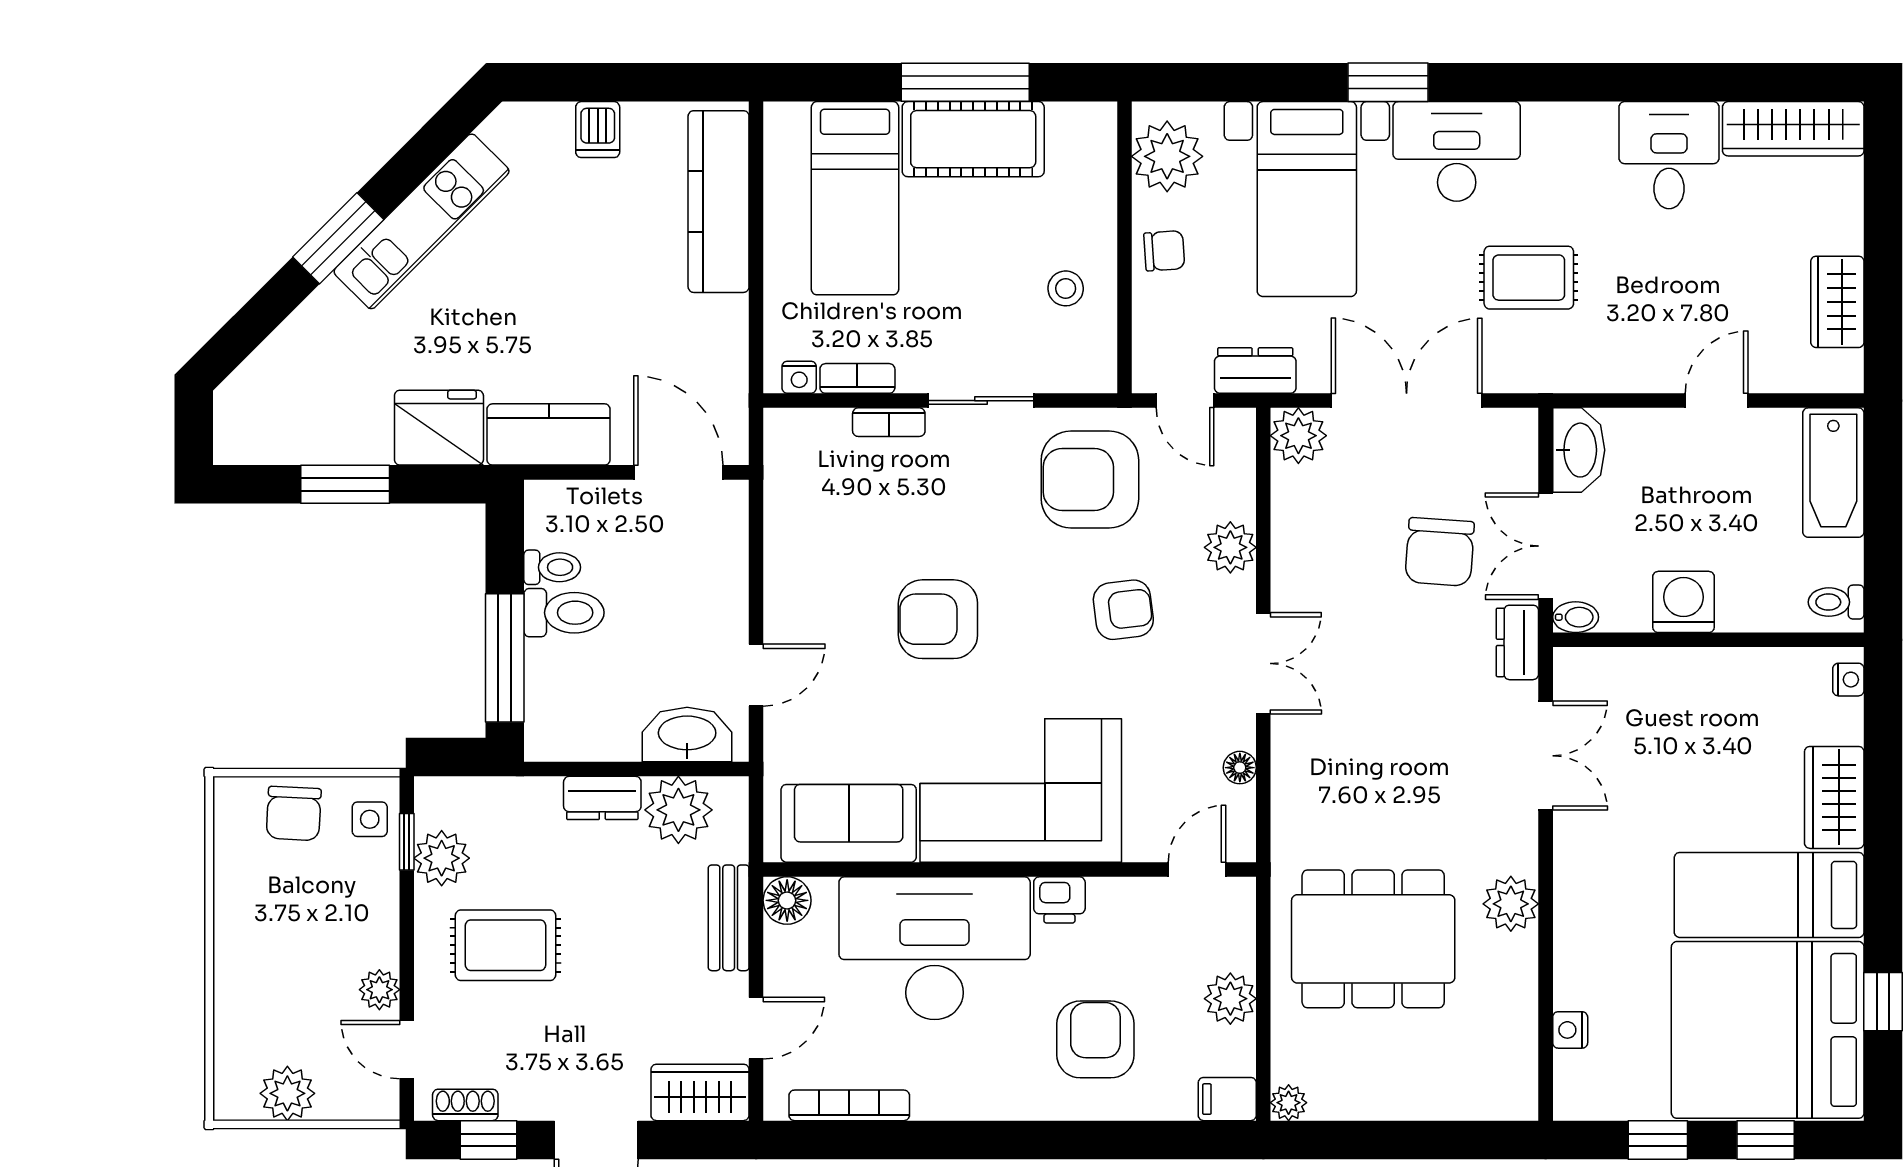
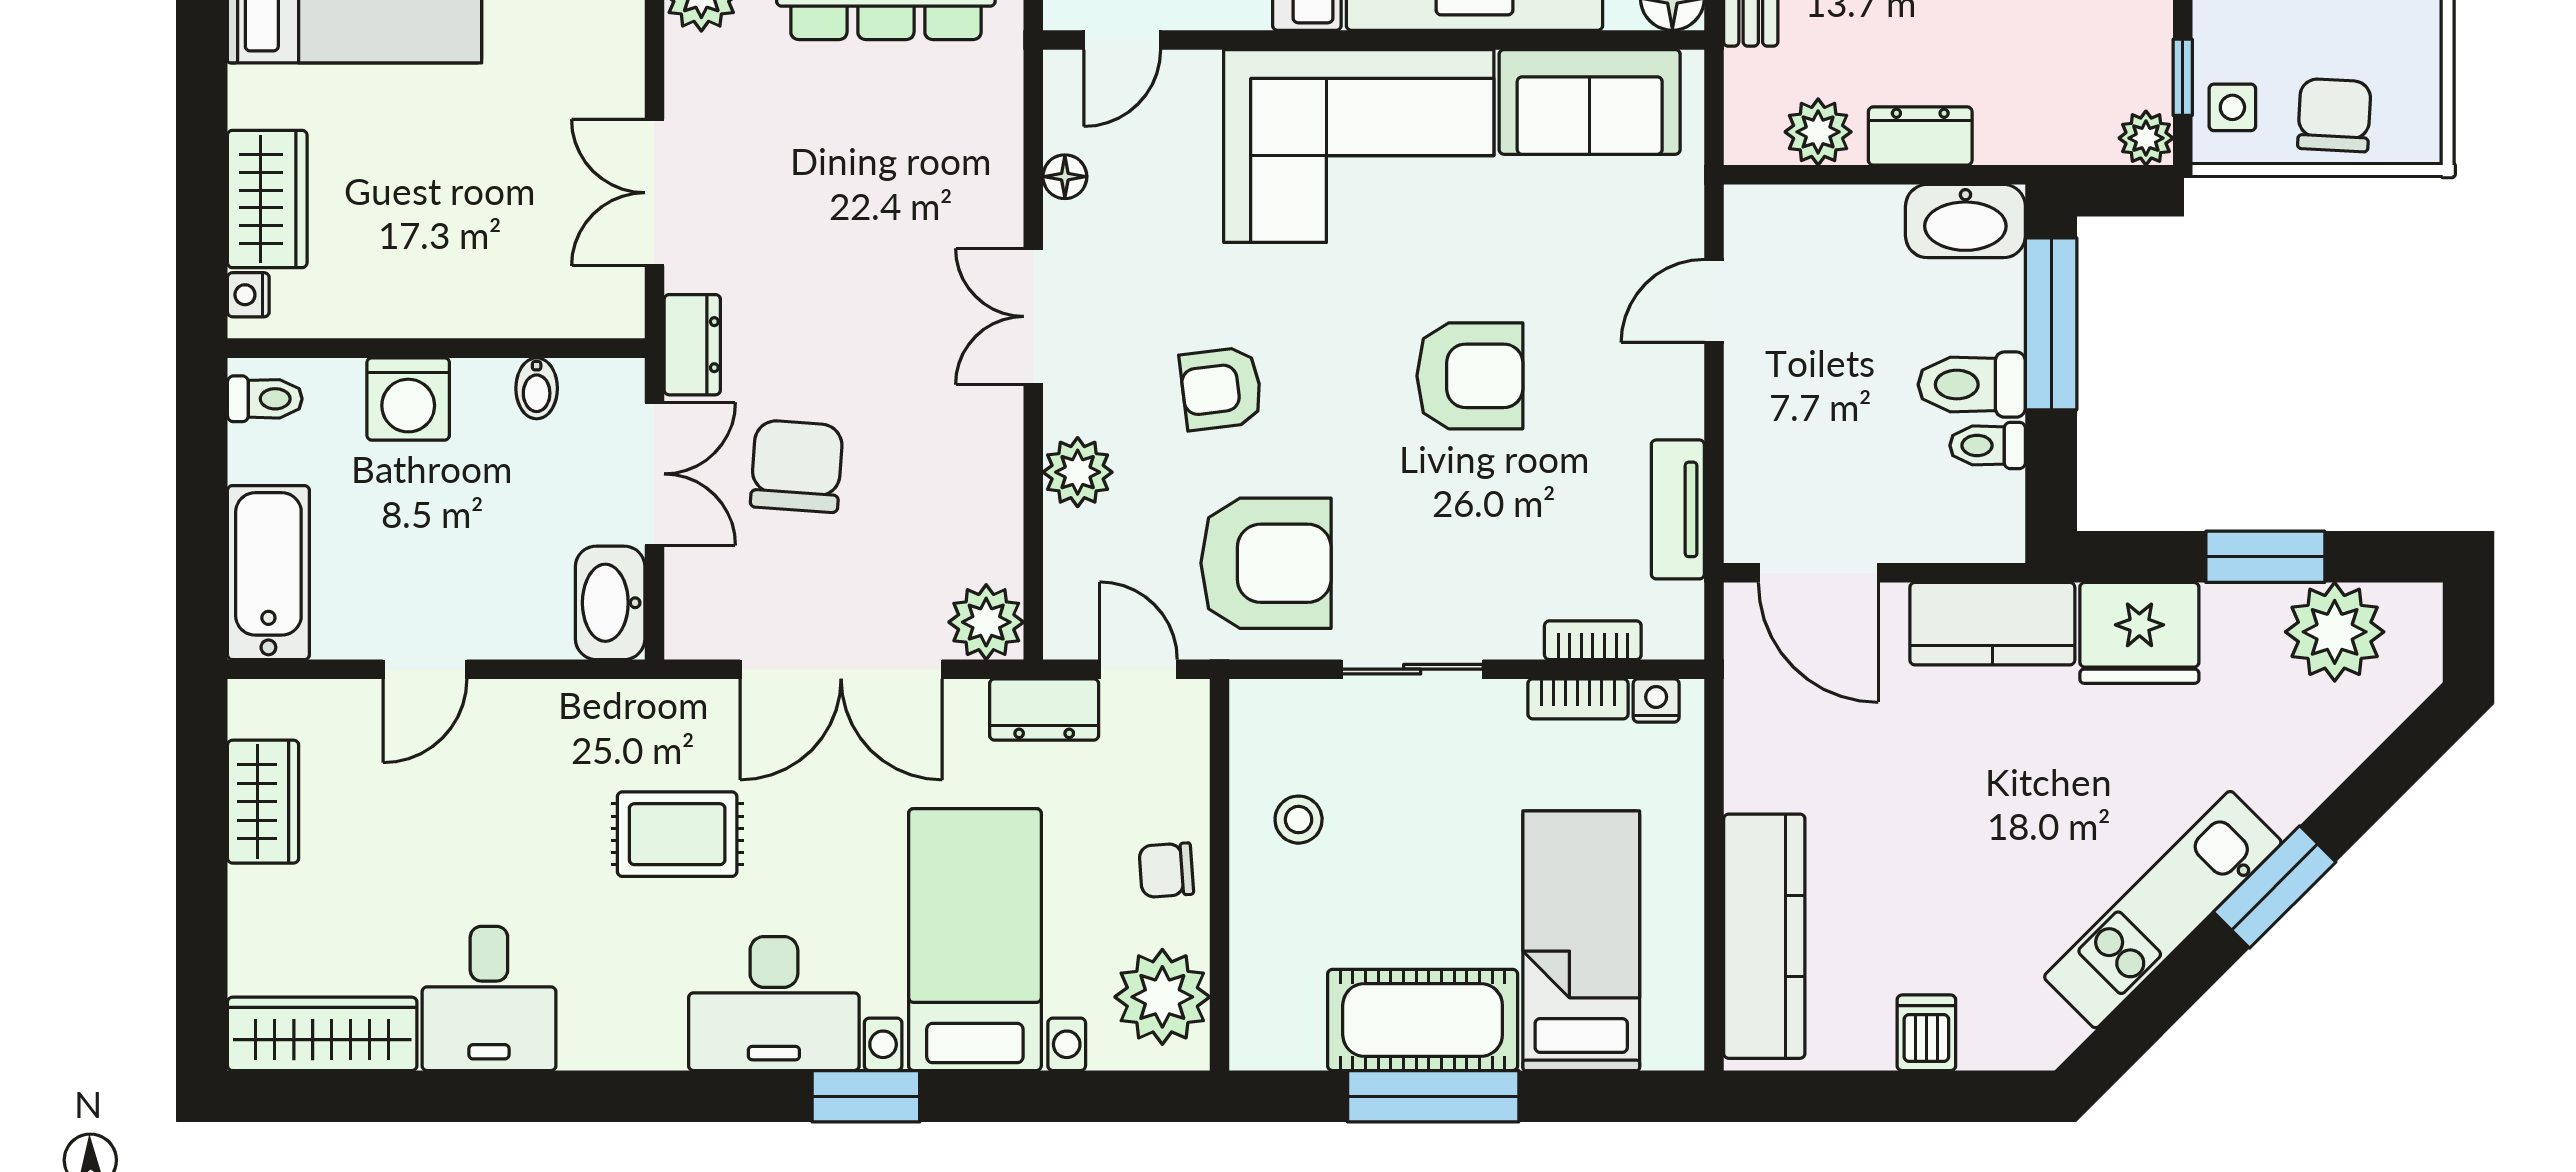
bookcase: (889, 422) -> (1593, 640), moved
plant: (293, 428) -> (2335, 632), added
tv unit: (783, 520) -> (1678, 509), added
washing machine: (1683, 602) -> (408, 399), moved
bidet: (1576, 617) -> (537, 388), moved, turned -90
washbasin: (687, 735) -> (1965, 221), moved
wardrobe: (1834, 797) -> (267, 199), moved
plant: (678, 810) -> (1818, 132), width x0.73, depth x0.73
plant: (442, 858) -> (2146, 138), moved, width x0.73, depth x0.73

